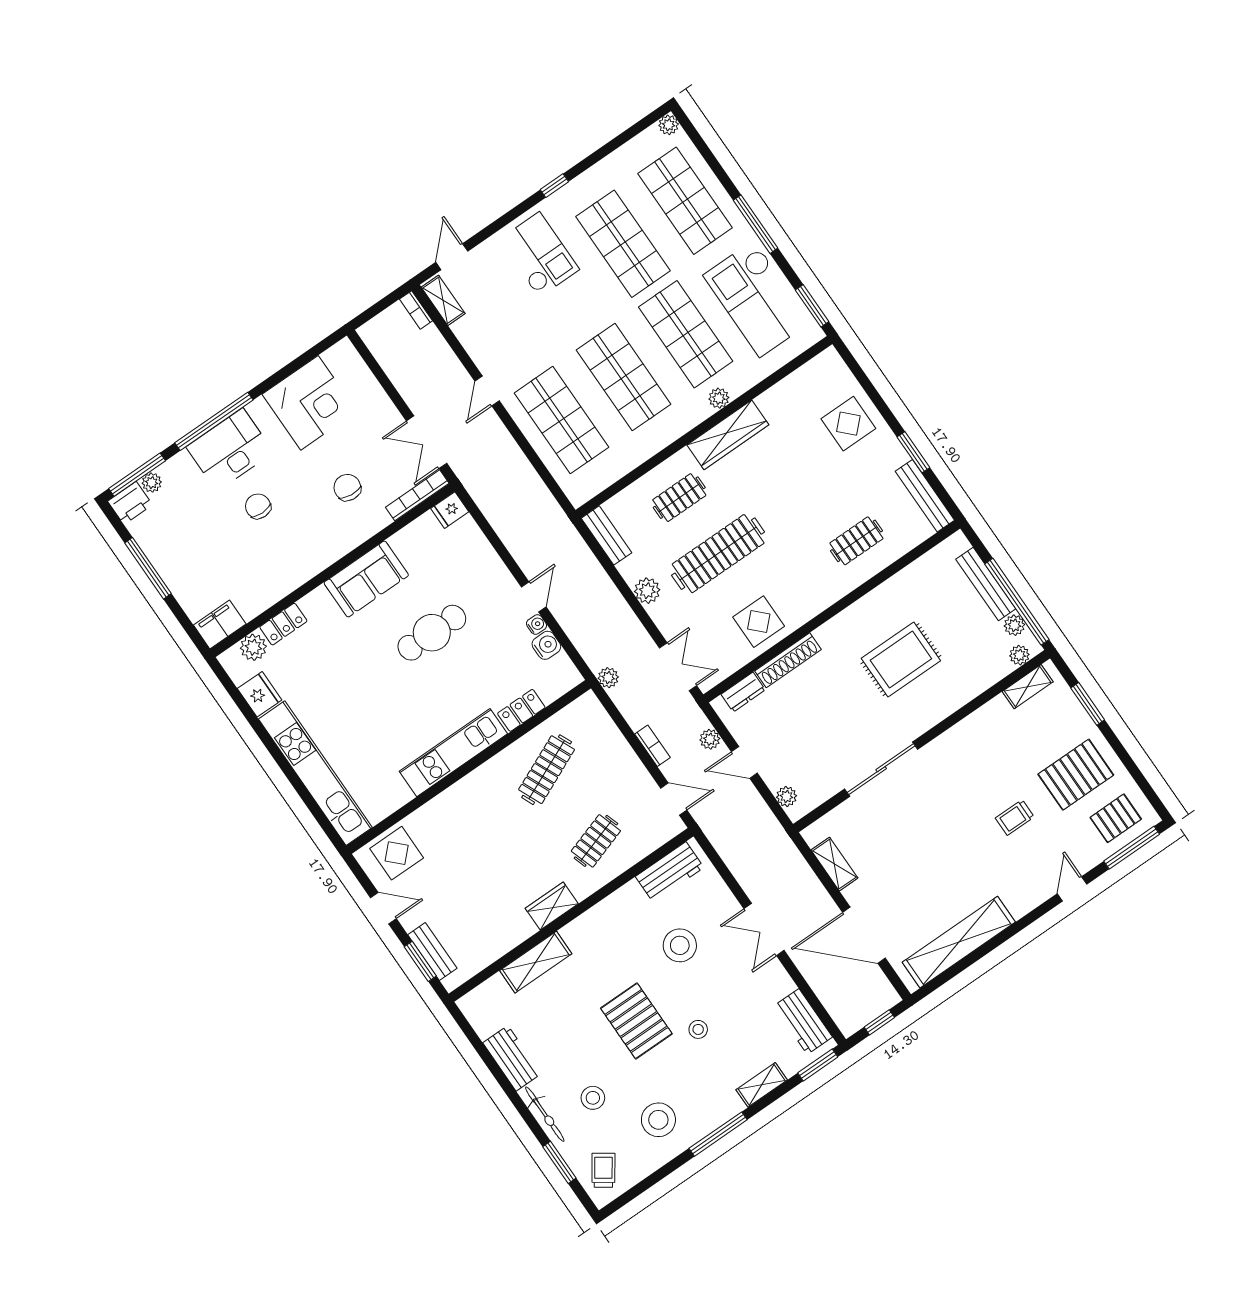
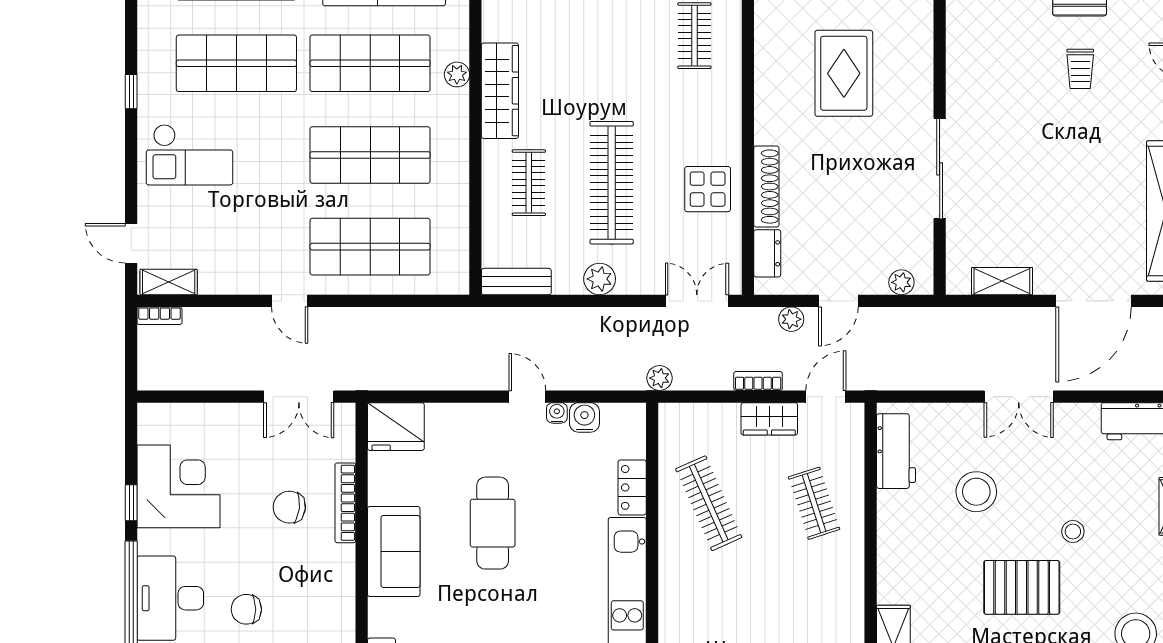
checkout: (539, 255) -> (189, 155), turned 180
window: (276, 378) -> (131, 503), added
bookcase: (417, 495) -> (345, 503), moved
fridge: (450, 510) -> (396, 427), width x1.88, depth x1.34
wardrobe: (552, 906) -> (769, 419), moved, turned -90

